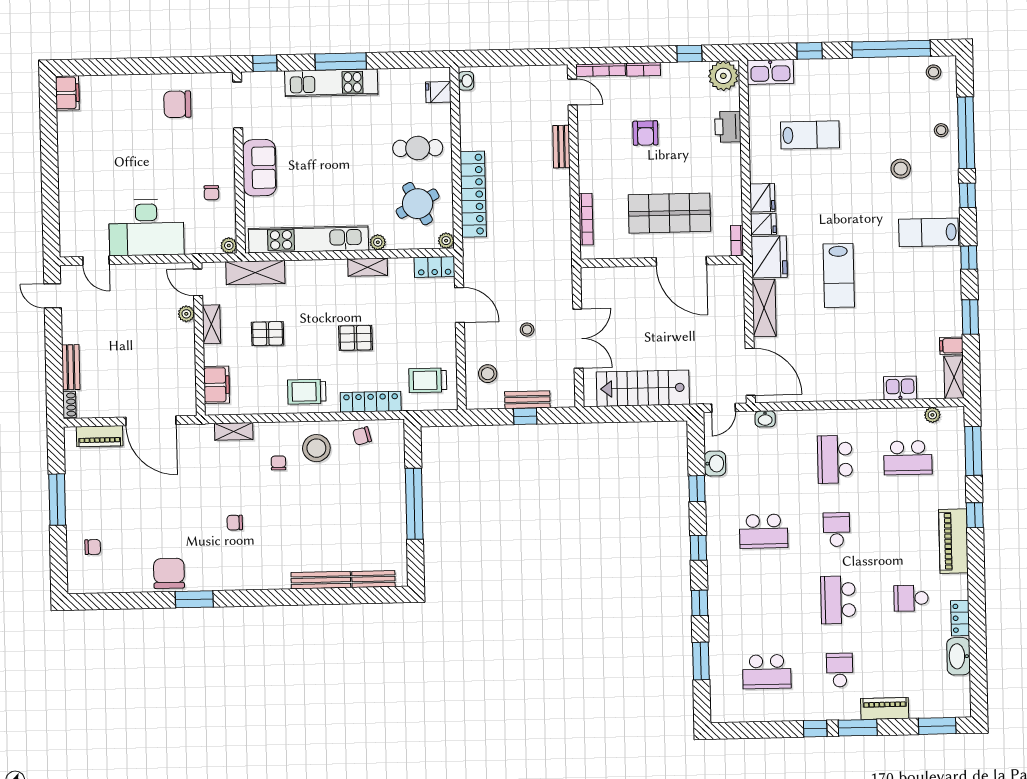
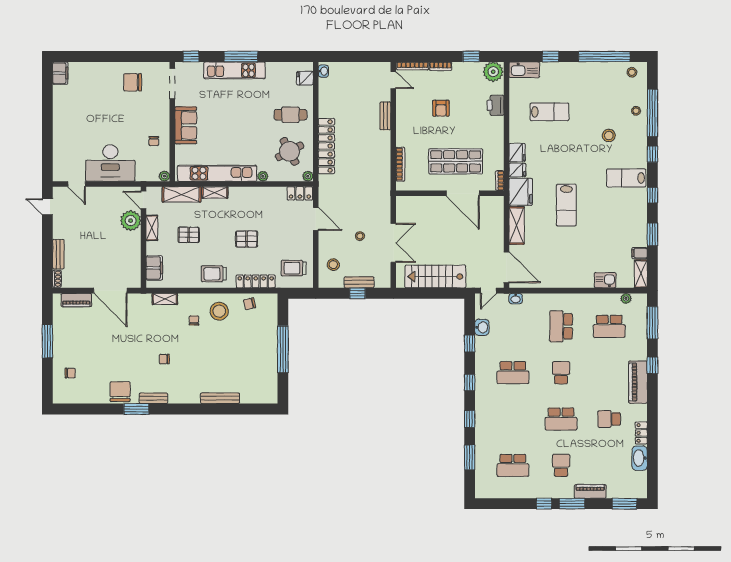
shelving: (368, 267) -> (215, 193), moved
plant: (186, 314) -> (131, 221), width x1.88, depth x1.88
bench: (373, 579) -> (153, 398), moved
school desk: (838, 600) -> (561, 419), turned -90

